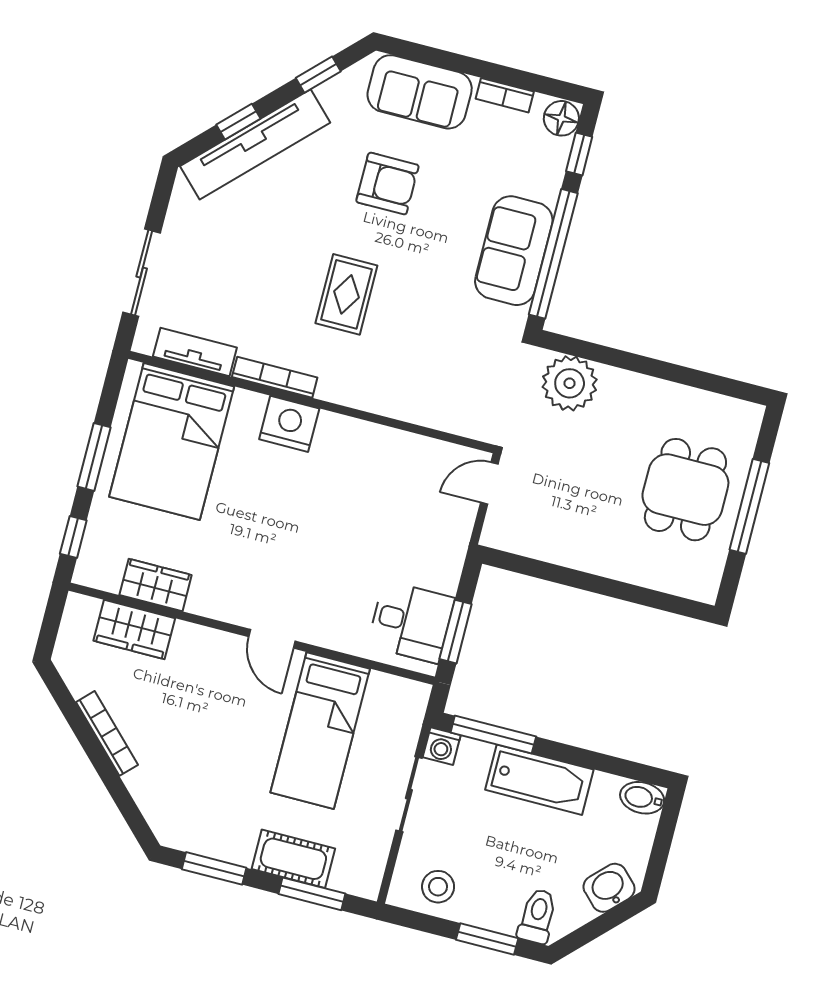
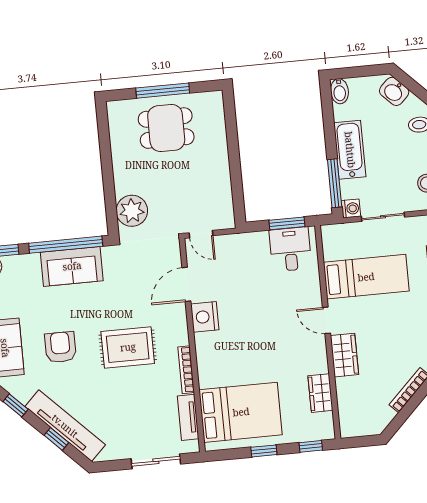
rug: (346, 294) -> (128, 347), width x1.36, depth x1.43
nightstand: (289, 424) -> (205, 317), moved
door: (415, 429) -> (186, 284), added
window: (94, 457) -> (264, 451), width x0.67
wardrobe: (134, 630) -> (344, 355), moved
door: (272, 639) -> (327, 320), swing flipped

